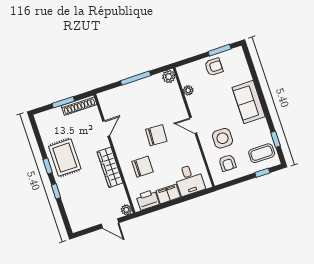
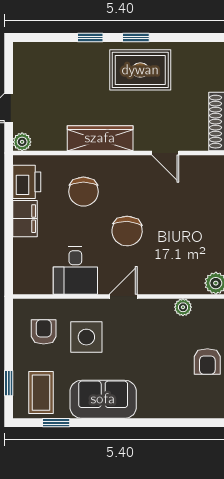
sofa: (249, 102) -> (103, 399), moved
armchair: (227, 163) -> (44, 332), turned 90
desk: (189, 180) -> (75, 271), moved, turned -90

